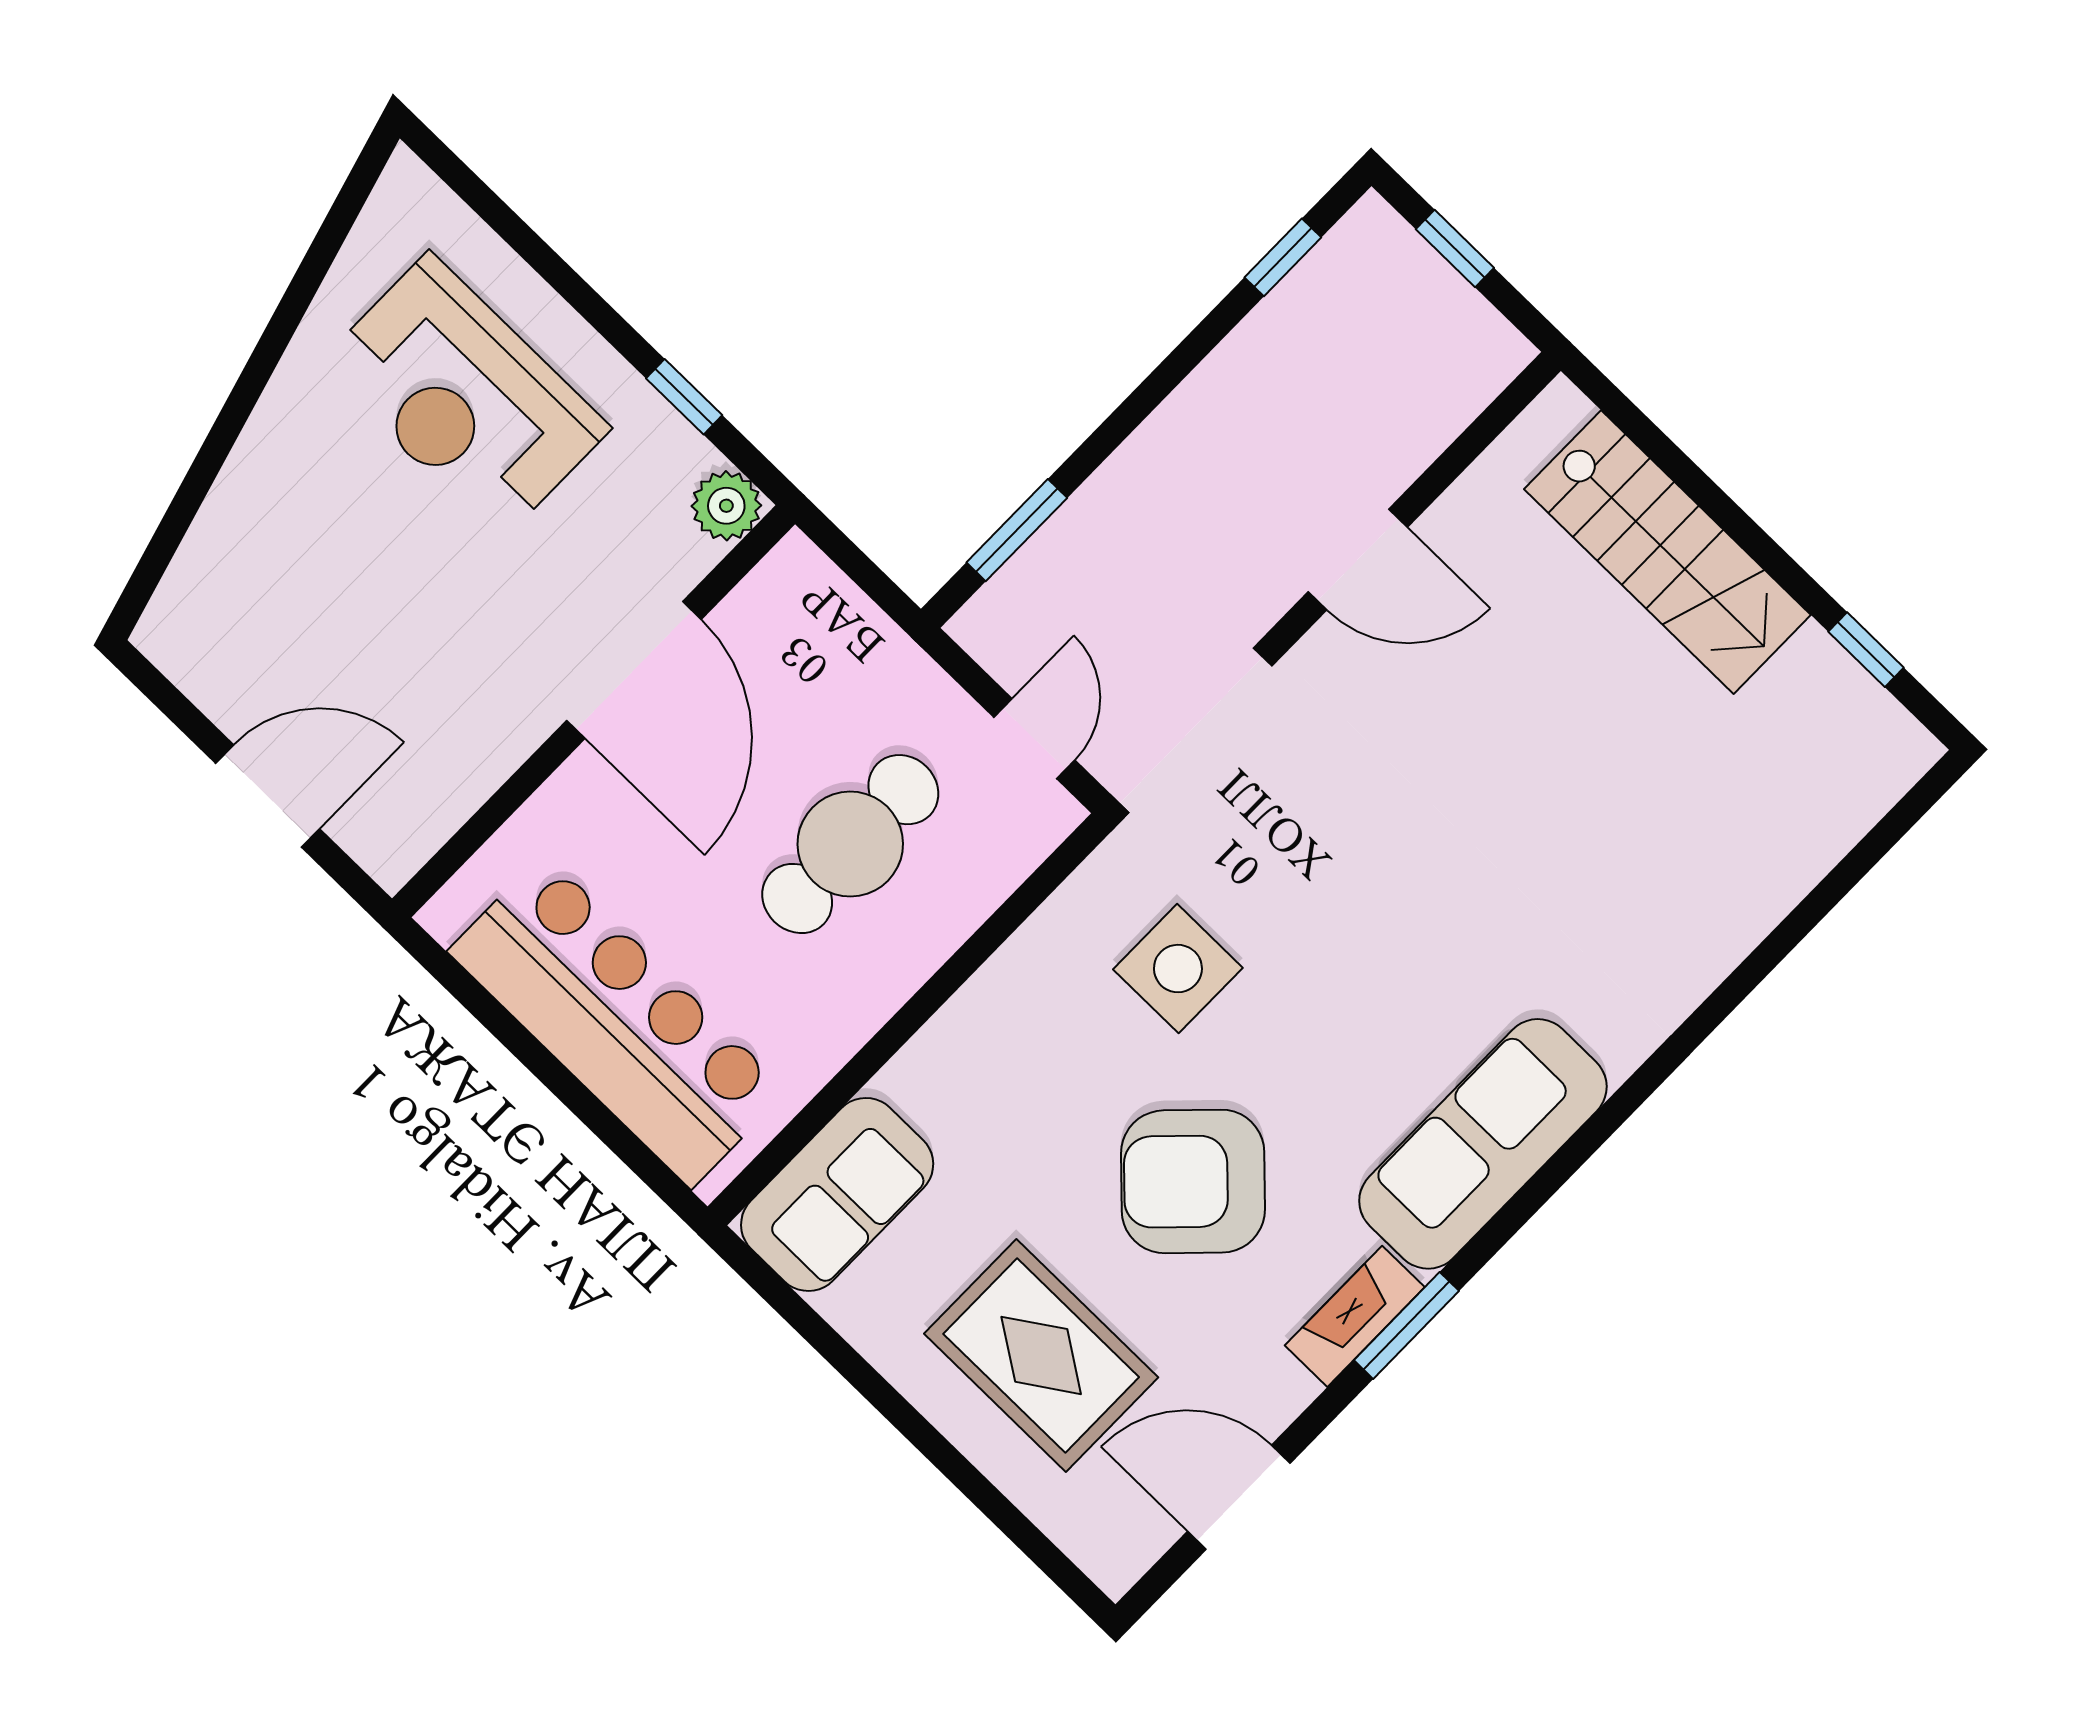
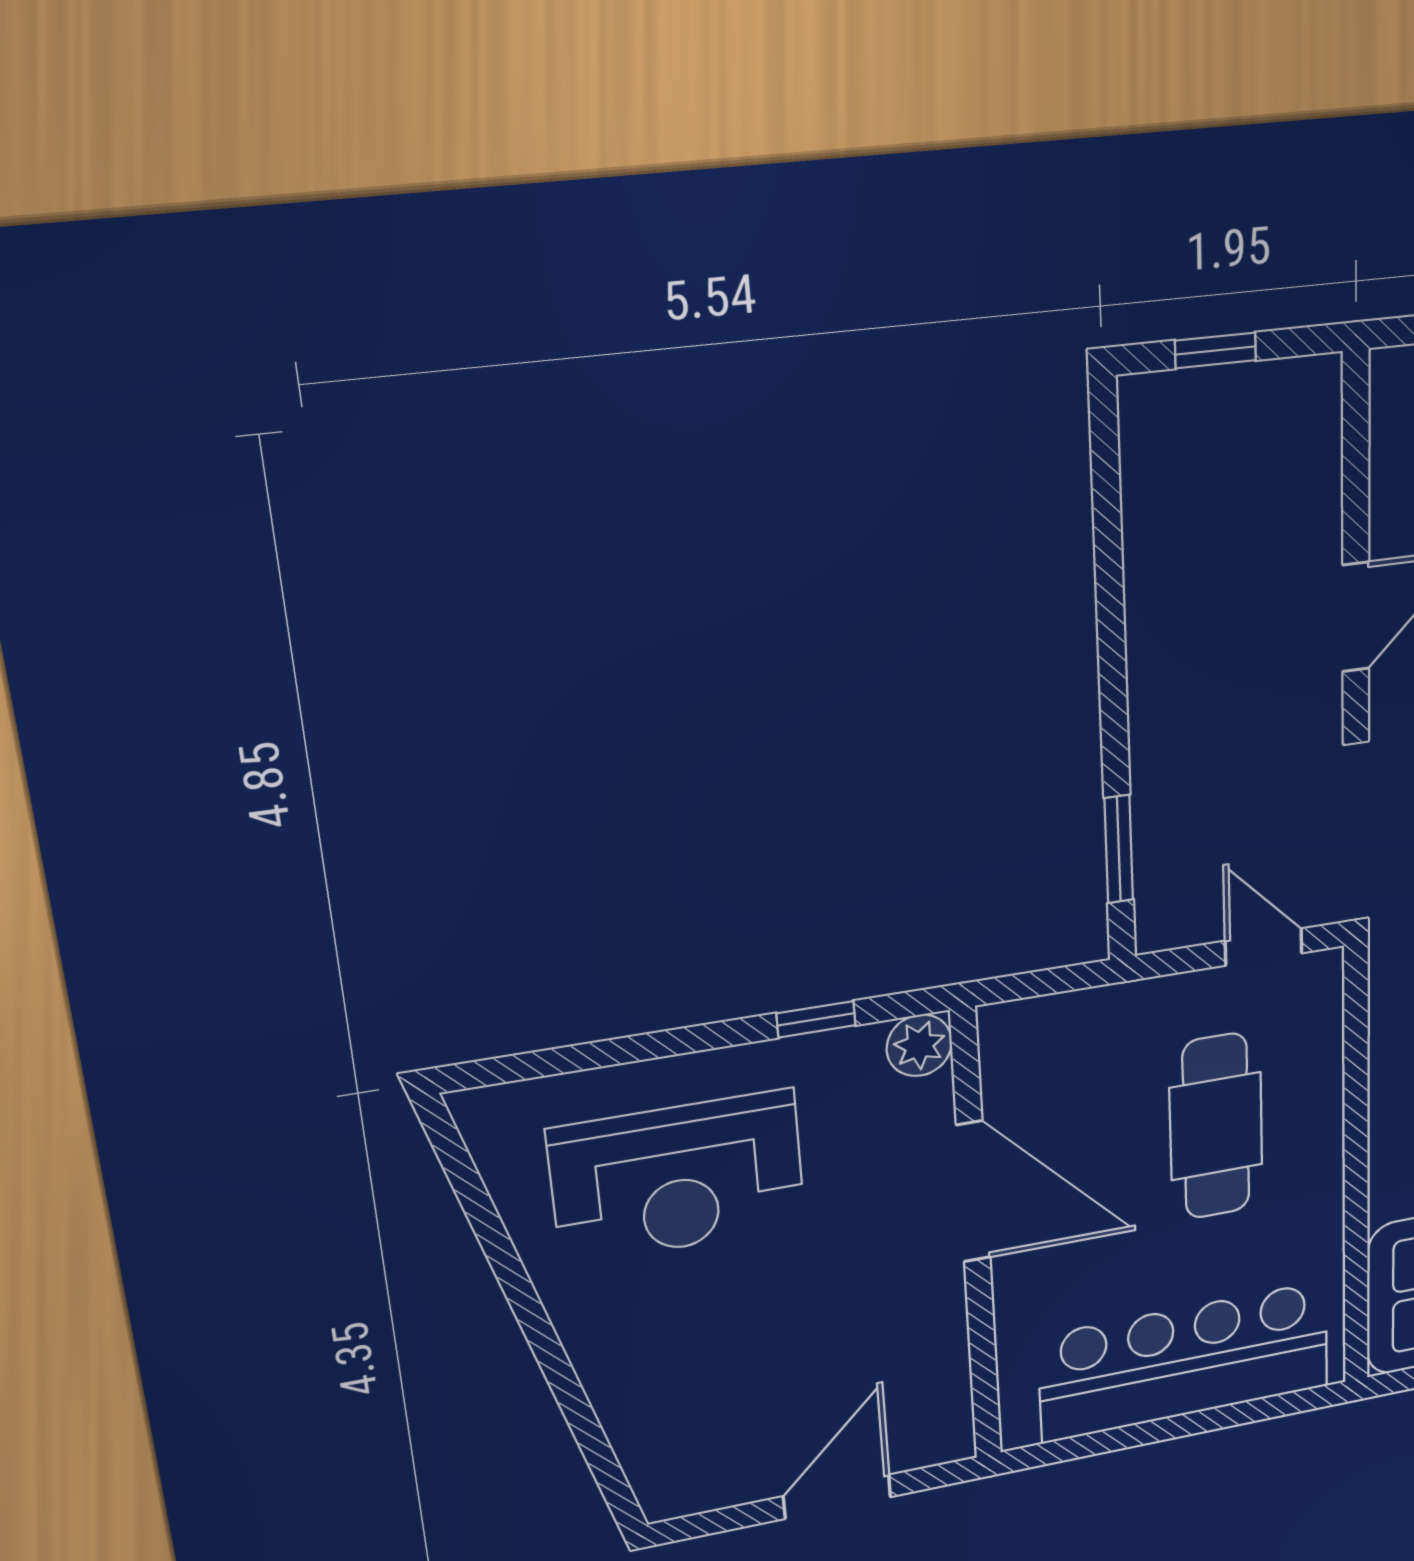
window: (1283, 257) -> (1106, 490), removed

